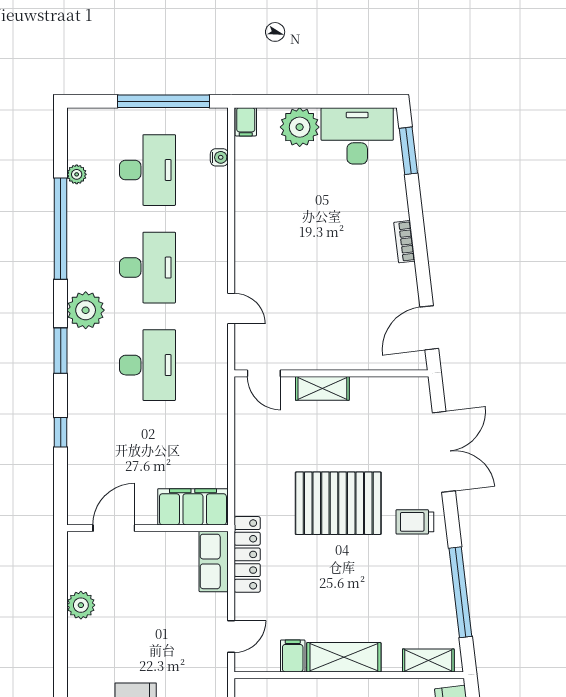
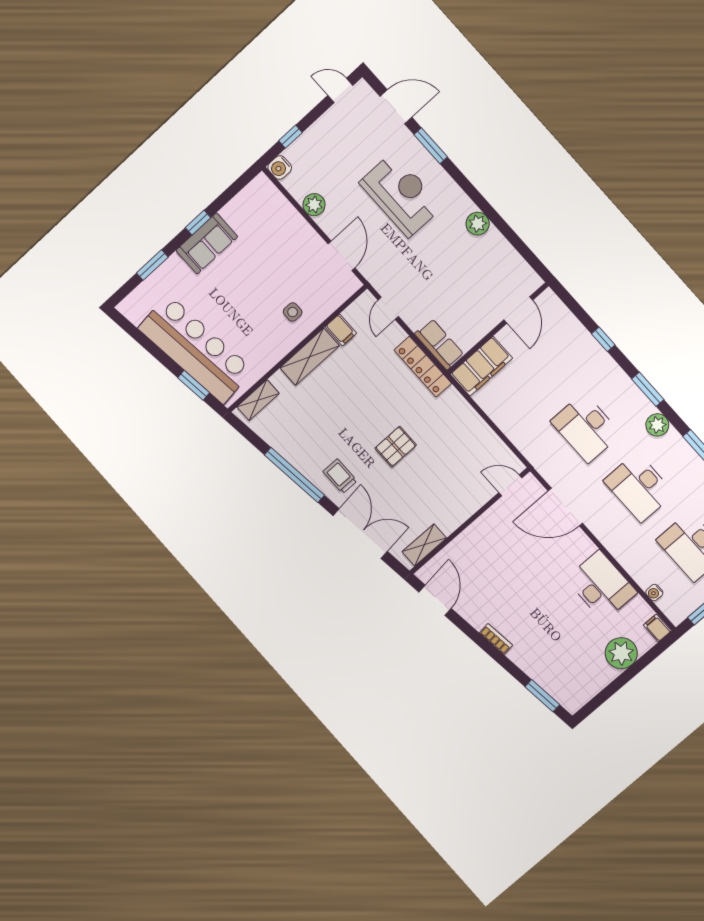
desk: (357, 136) -> (601, 586), moved, turned -90
door: (231, 309) -> (565, 507), width x1.87
plant: (86, 310) -> (657, 425), width x0.73, depth x0.73
shelving: (322, 388) -> (424, 545), moved
double door: (444, 452) -> (360, 534), swing flipped
pallet: (338, 503) -> (396, 447), width x0.49, depth x0.50
trolley: (415, 522) -> (340, 476), turned -90
window: (460, 592) -> (294, 475), moved
plant: (81, 605) -> (478, 224), moved

